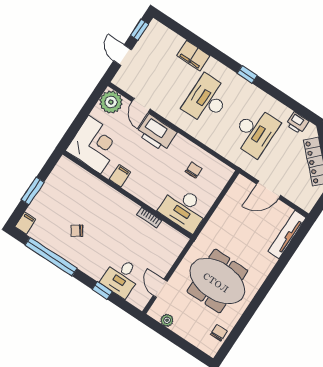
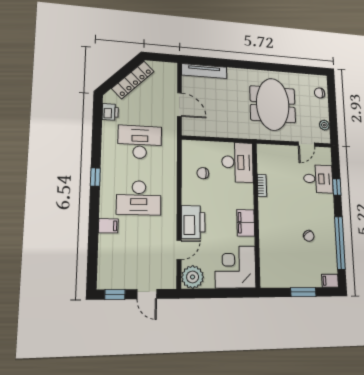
door: (123, 55) -> (147, 294), hinge flipped
filing cabinet: (193, 56) -> (108, 226), width x0.50
filing cabinet: (120, 176) -> (246, 223), width x2.00
chair: (219, 333) -> (320, 93), moved

